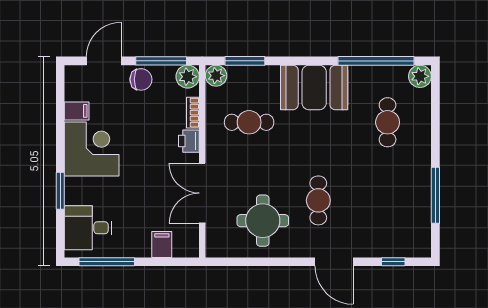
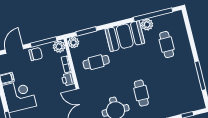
plant: (420, 76) -> (147, 25), moved

